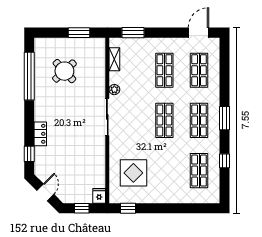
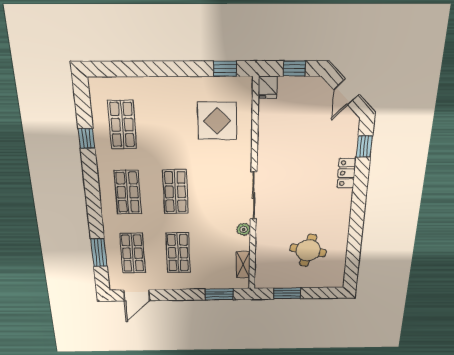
round table: (64, 71) -> (308, 250), turned -35
window: (29, 76) -> (354, 244), removed
window: (225, 118) -> (99, 253), moved

